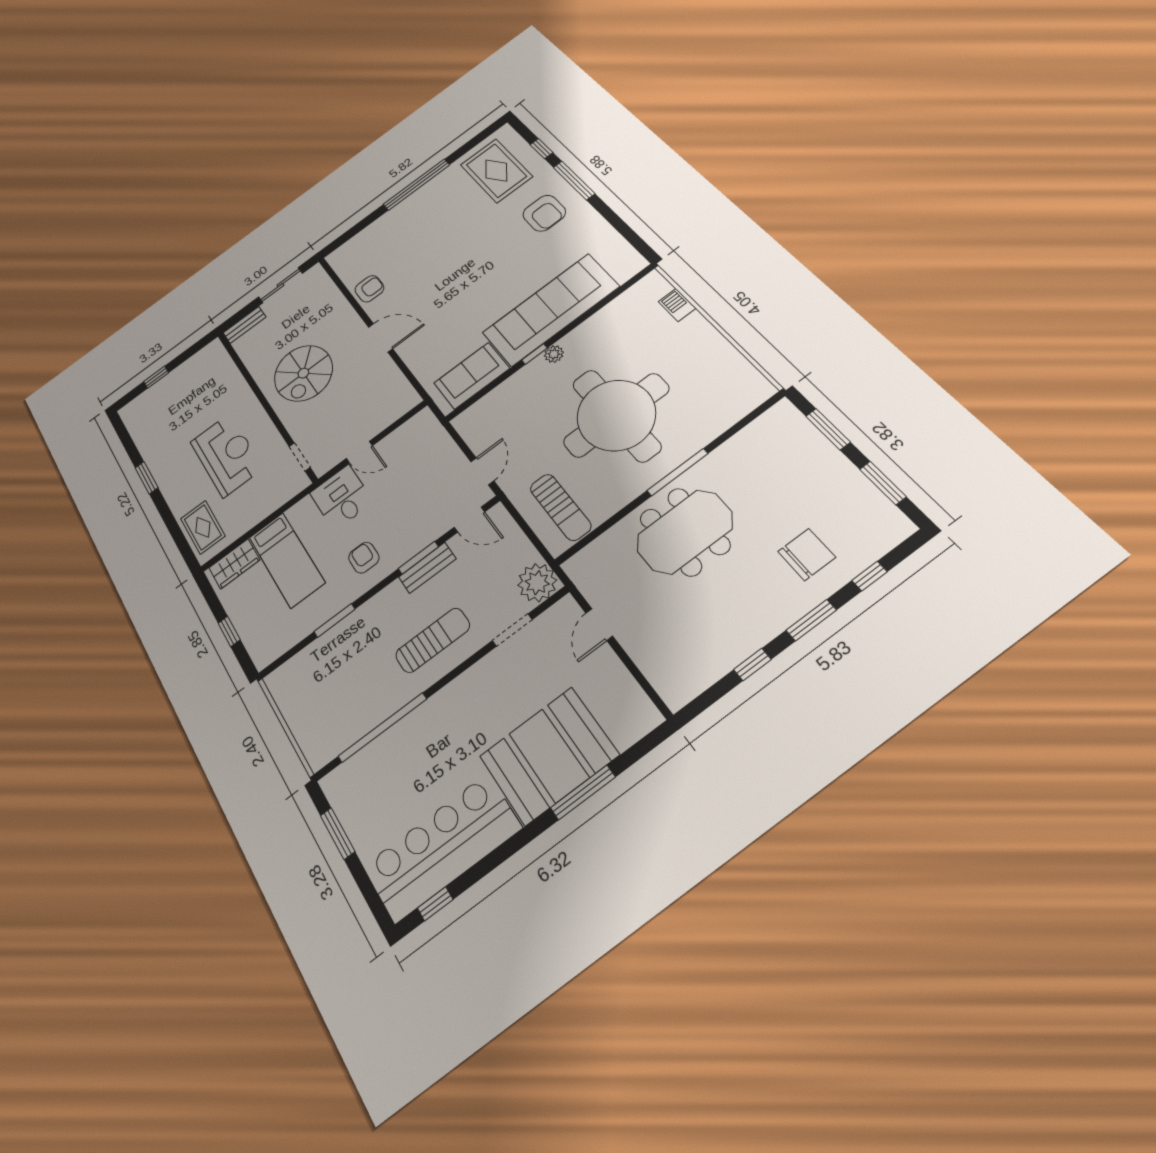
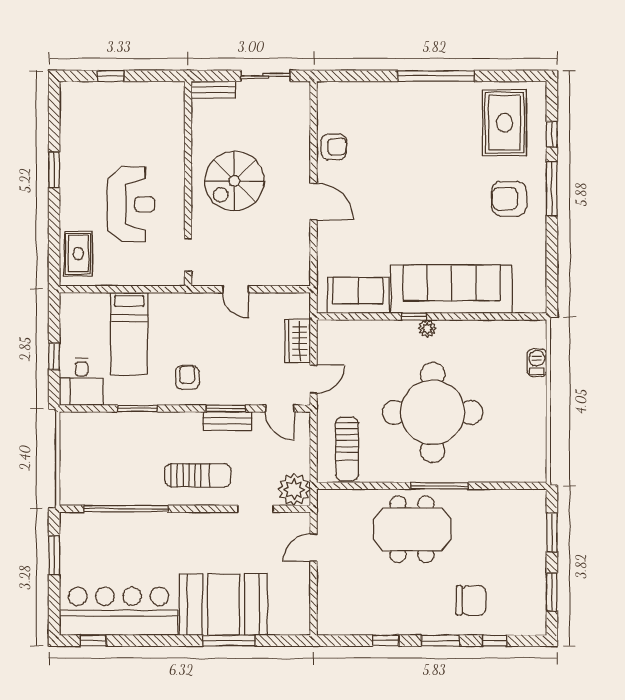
armchair: (544, 213) -> (509, 199), turned 90
desk: (341, 497) -> (81, 382), moved, turned 180
wardrobe: (234, 564) -> (298, 341), moved, turned 90

